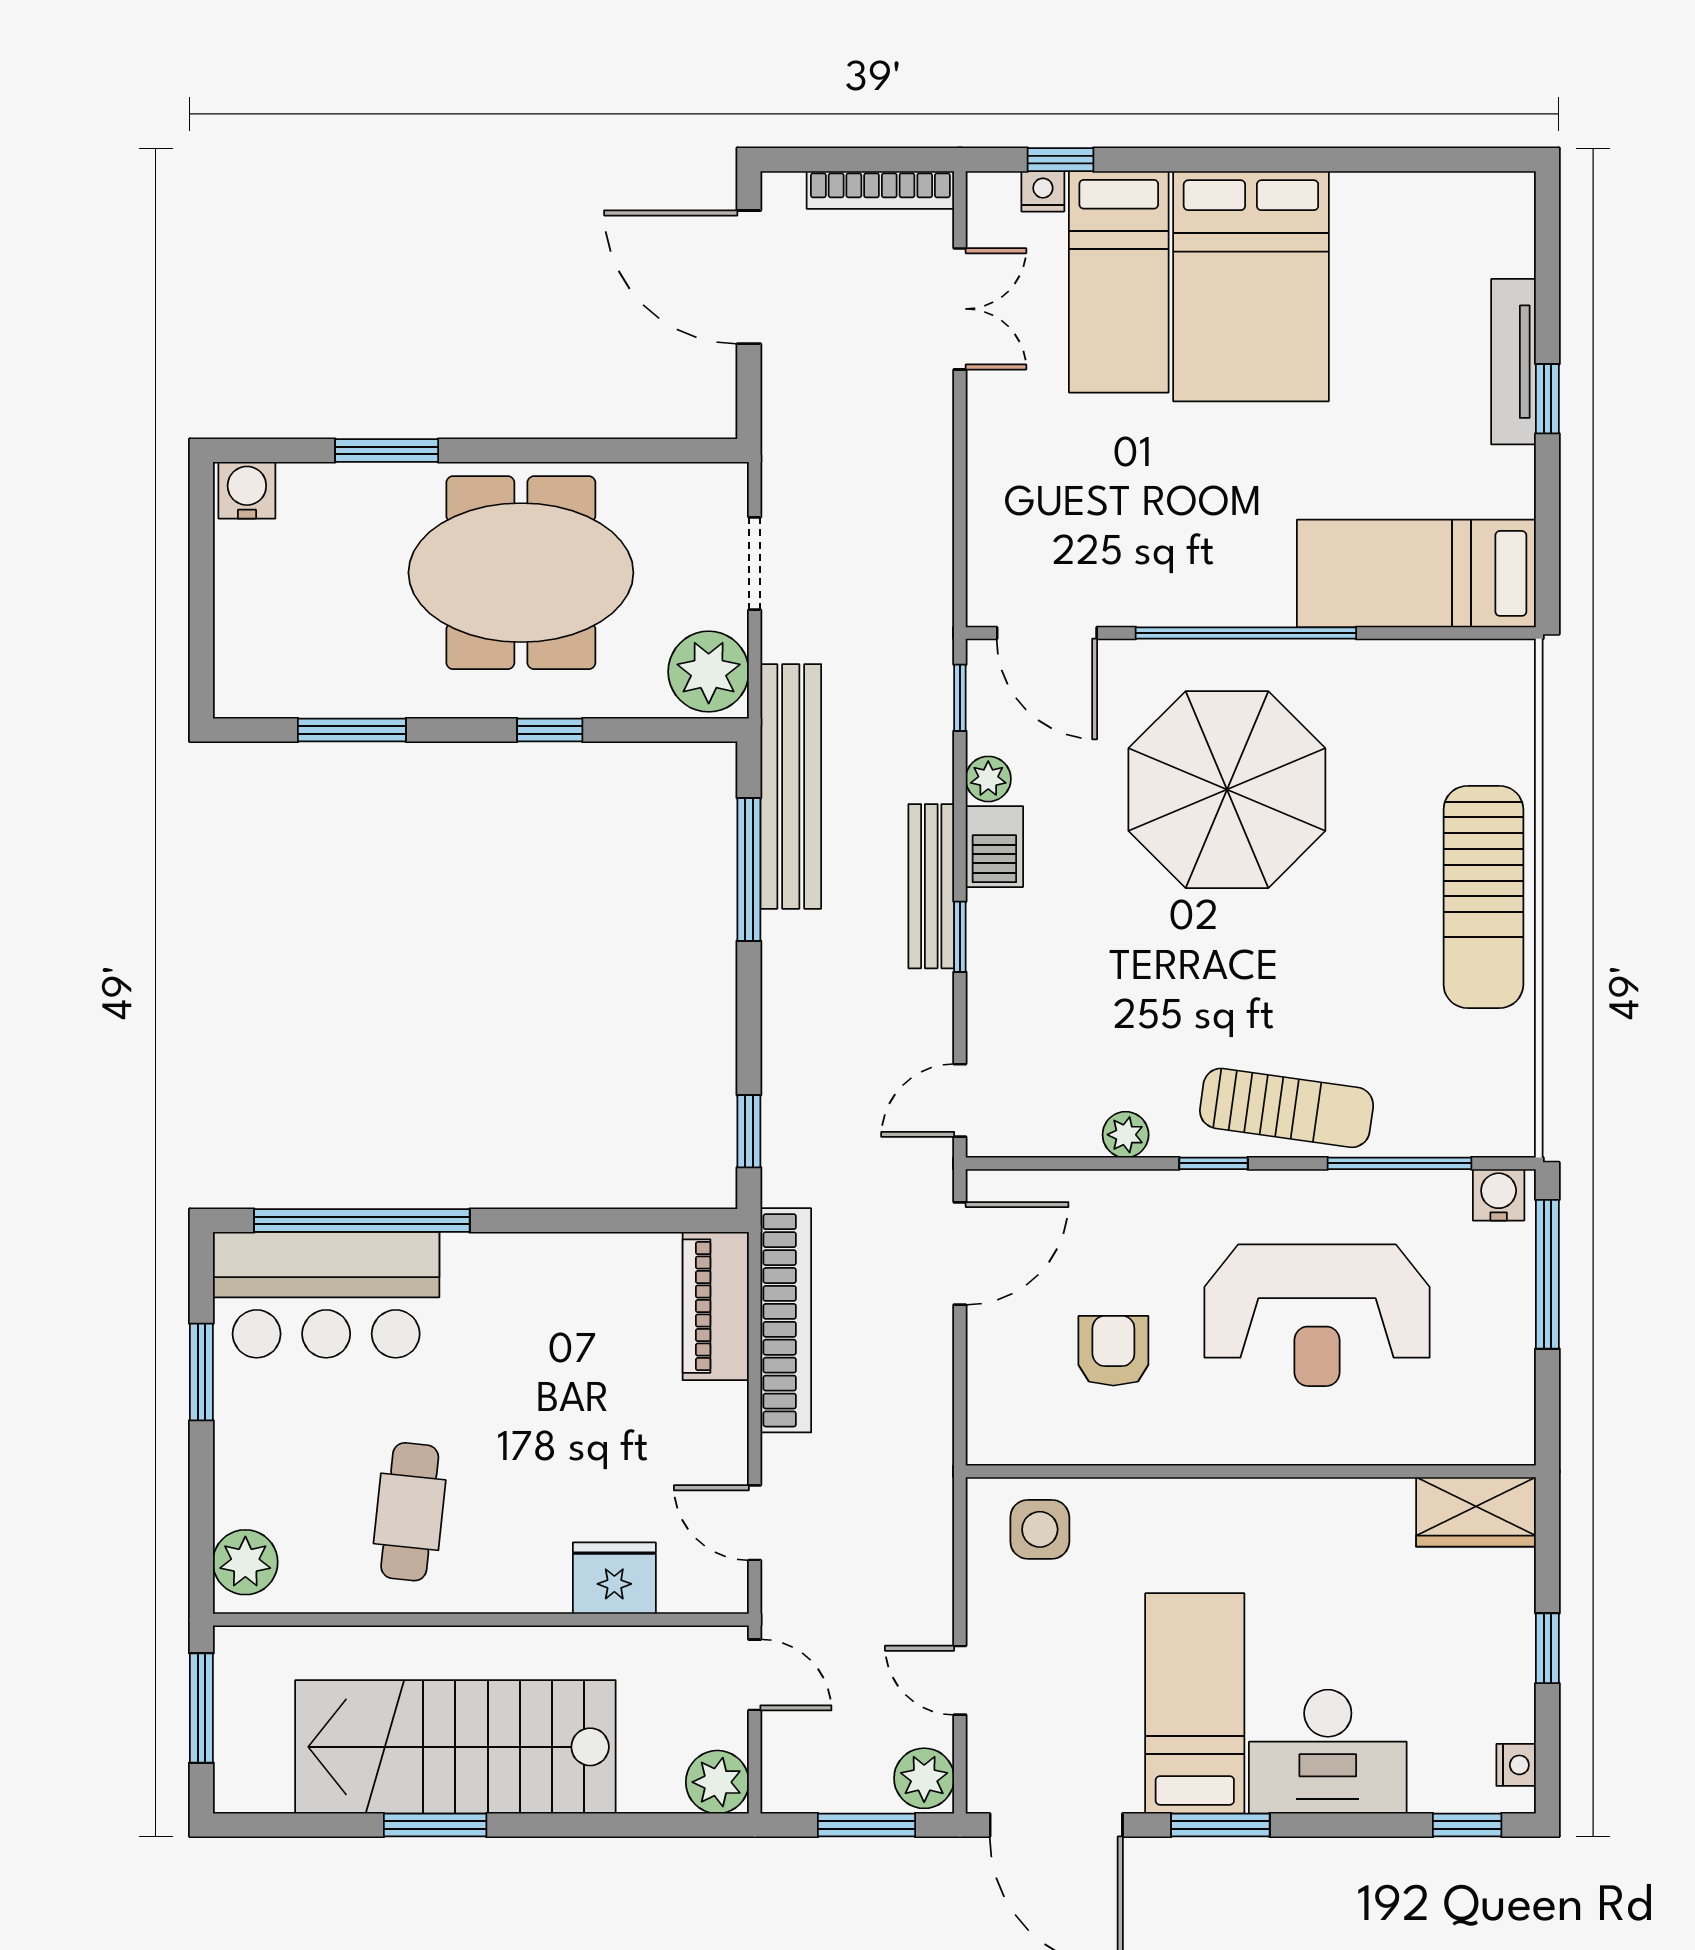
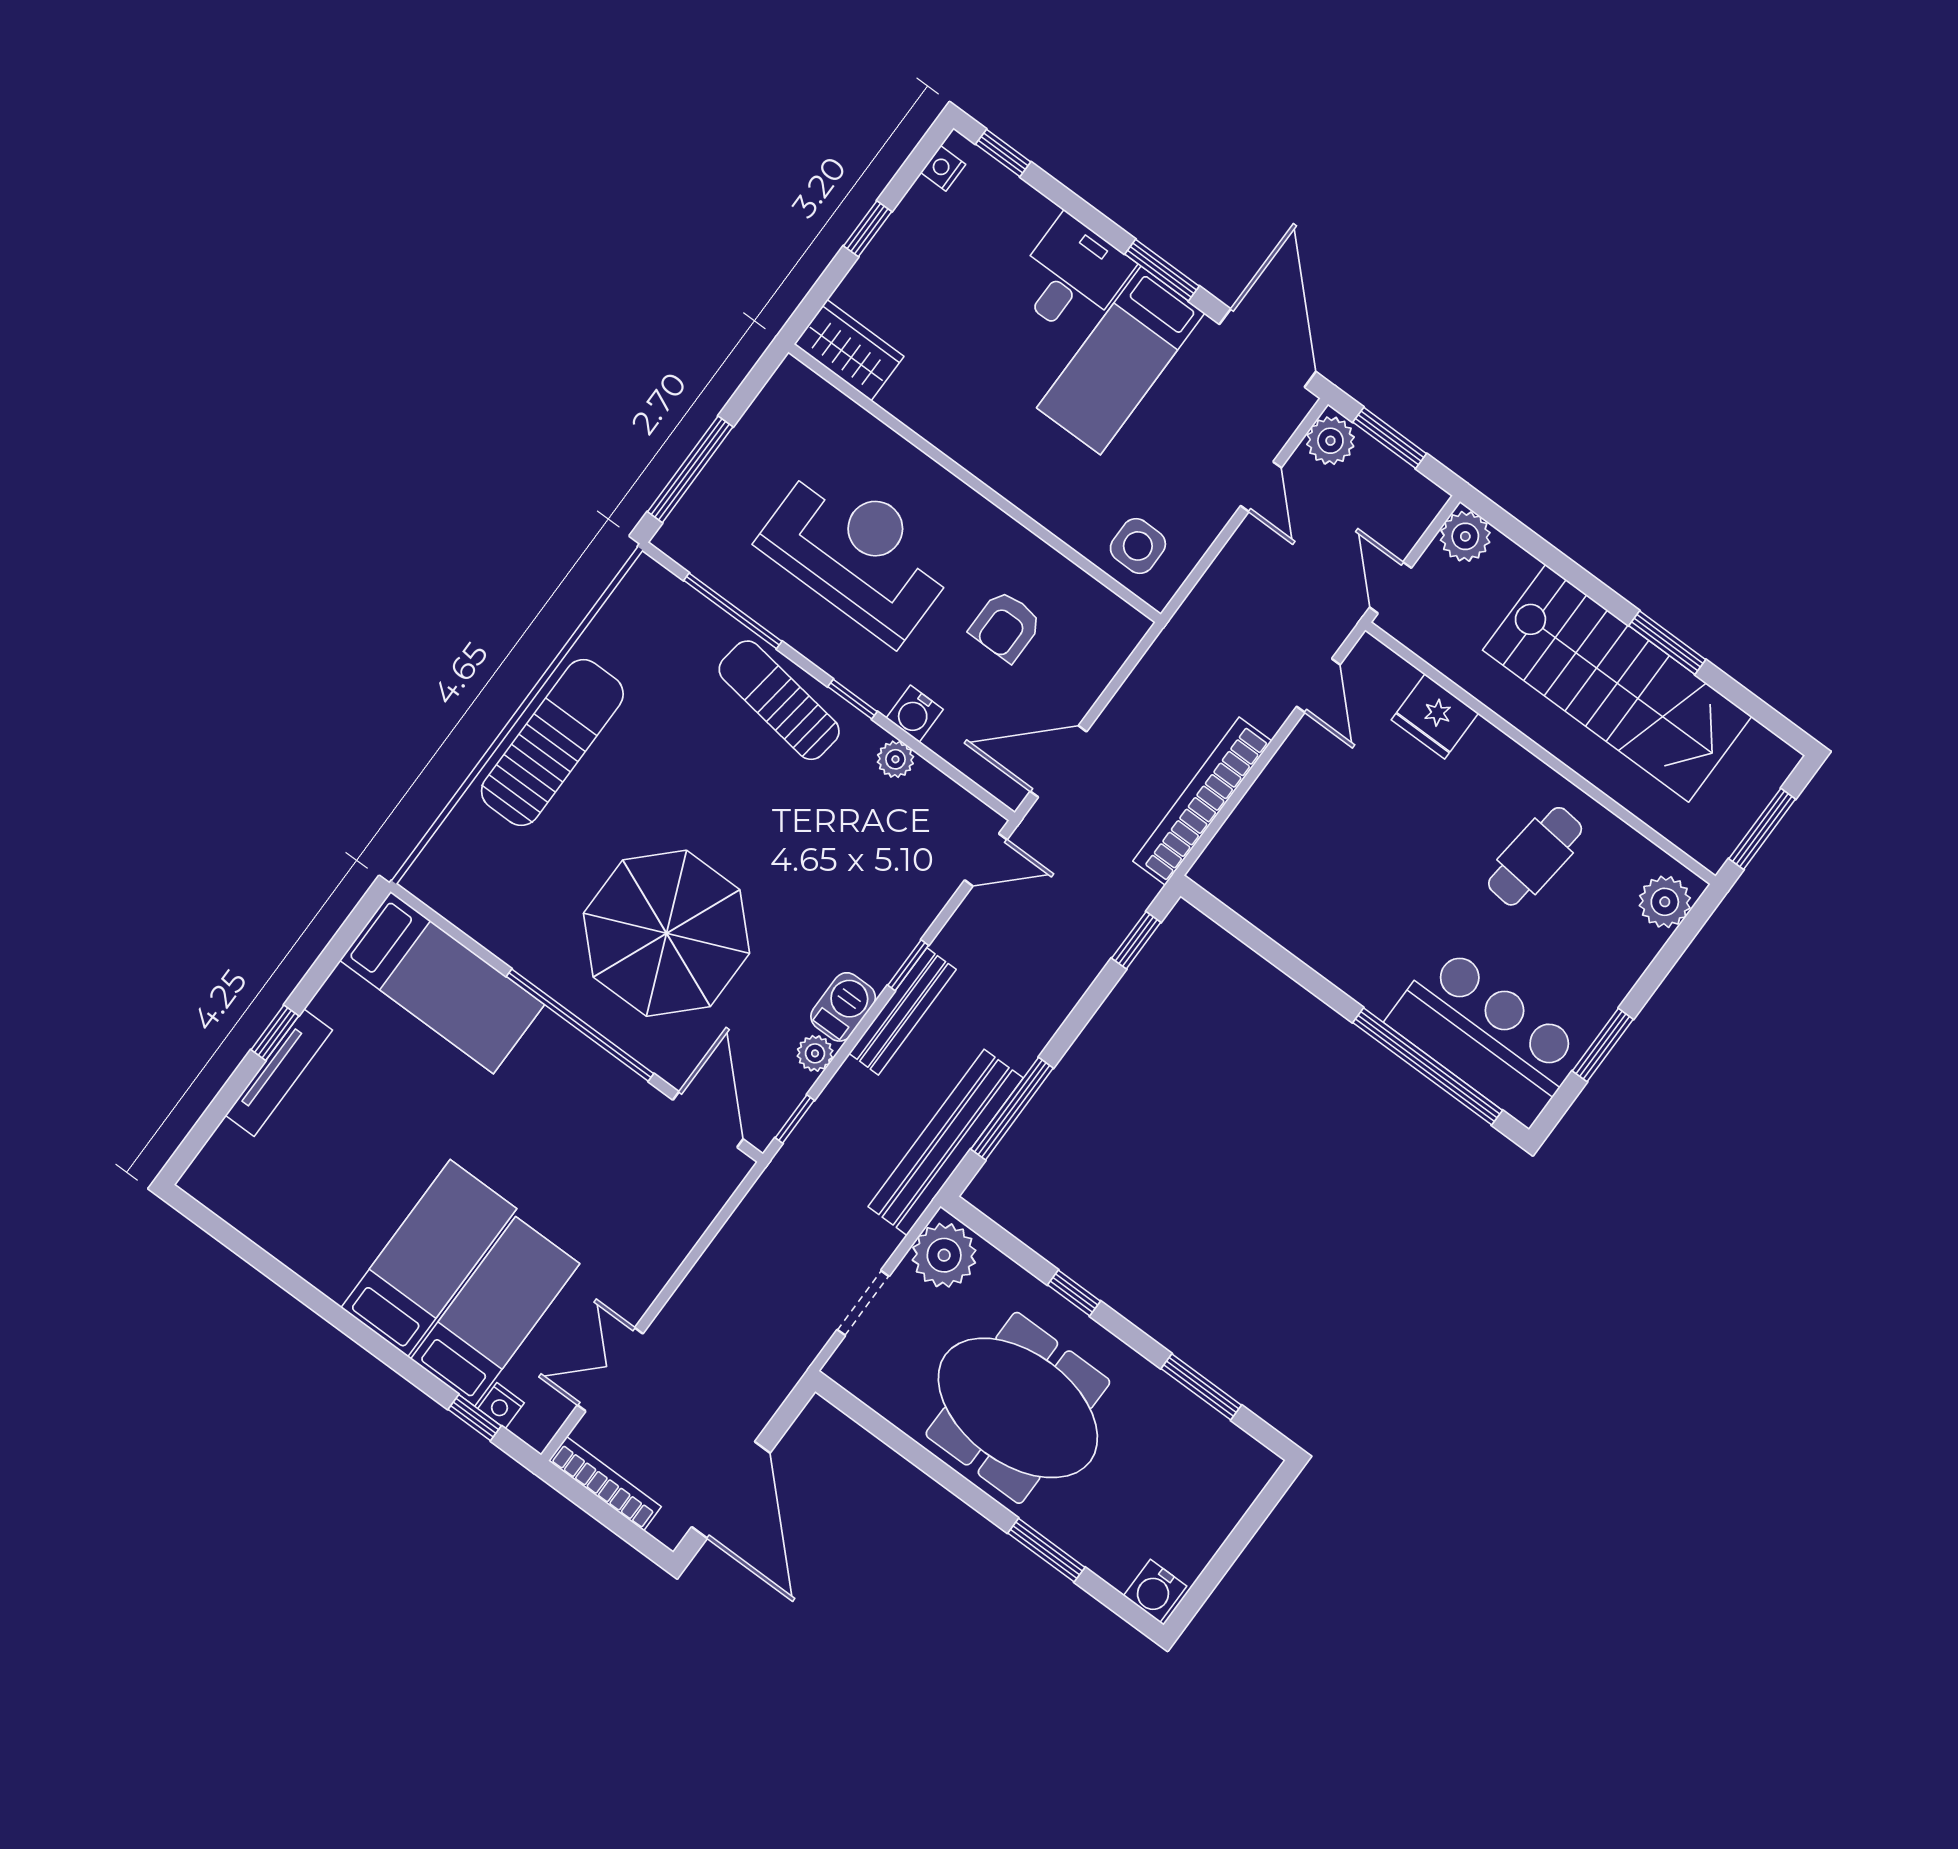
bed: (1251, 286) -> (429, 1258), width x0.67
water cooler: (1499, 1195) -> (915, 714), moved
piano: (716, 1306) -> (1240, 843), removed
desk: (1328, 1752) -> (1072, 276), width x0.73

